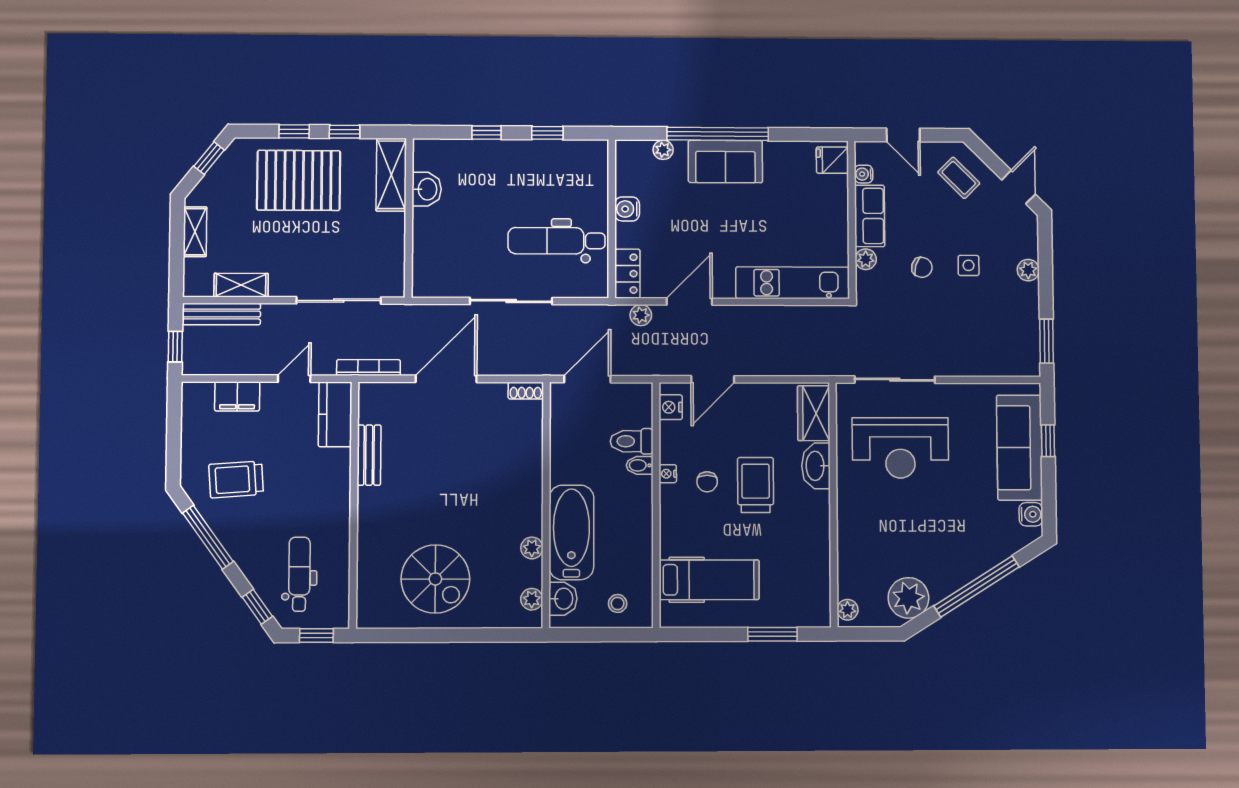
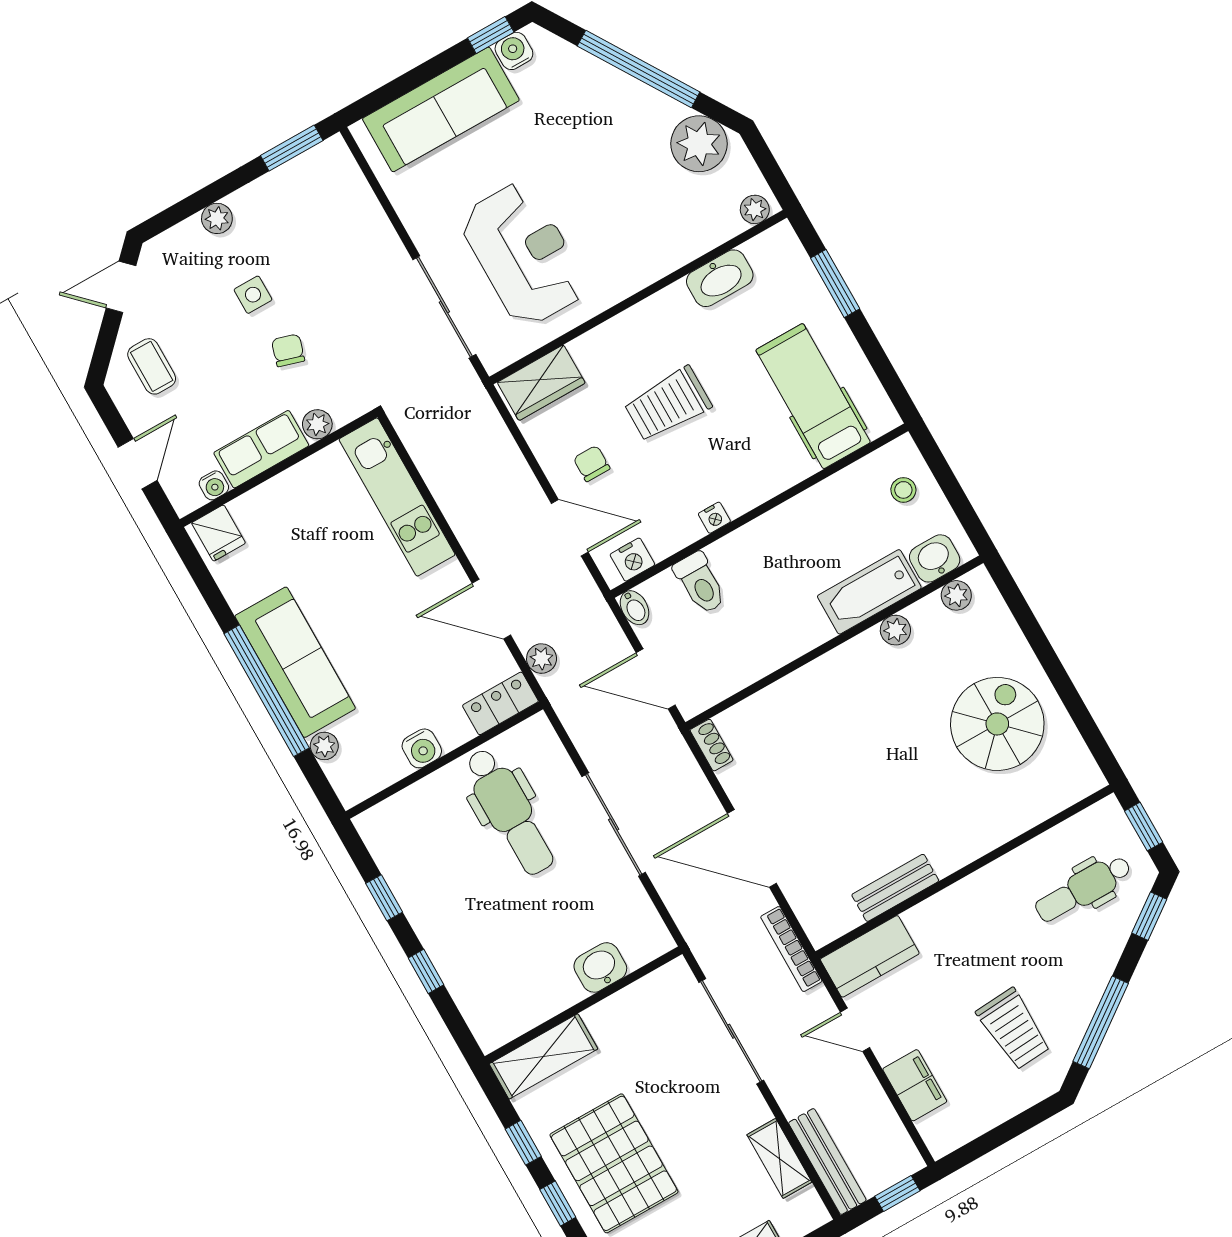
sofa: (725, 162) -> (295, 662), width x1.36
coffee table: (959, 178) -> (152, 366), turned -45
washbasin: (427, 189) -> (600, 967), moved
window: (1048, 441) -> (491, 35), moved
bidet: (640, 465) -> (635, 608), moved
washbasin: (816, 466) -> (720, 278), moved
chair: (707, 482) -> (592, 463), moved, turned -90
bathtub: (571, 532) -> (869, 592), width x0.73, depth x0.73

